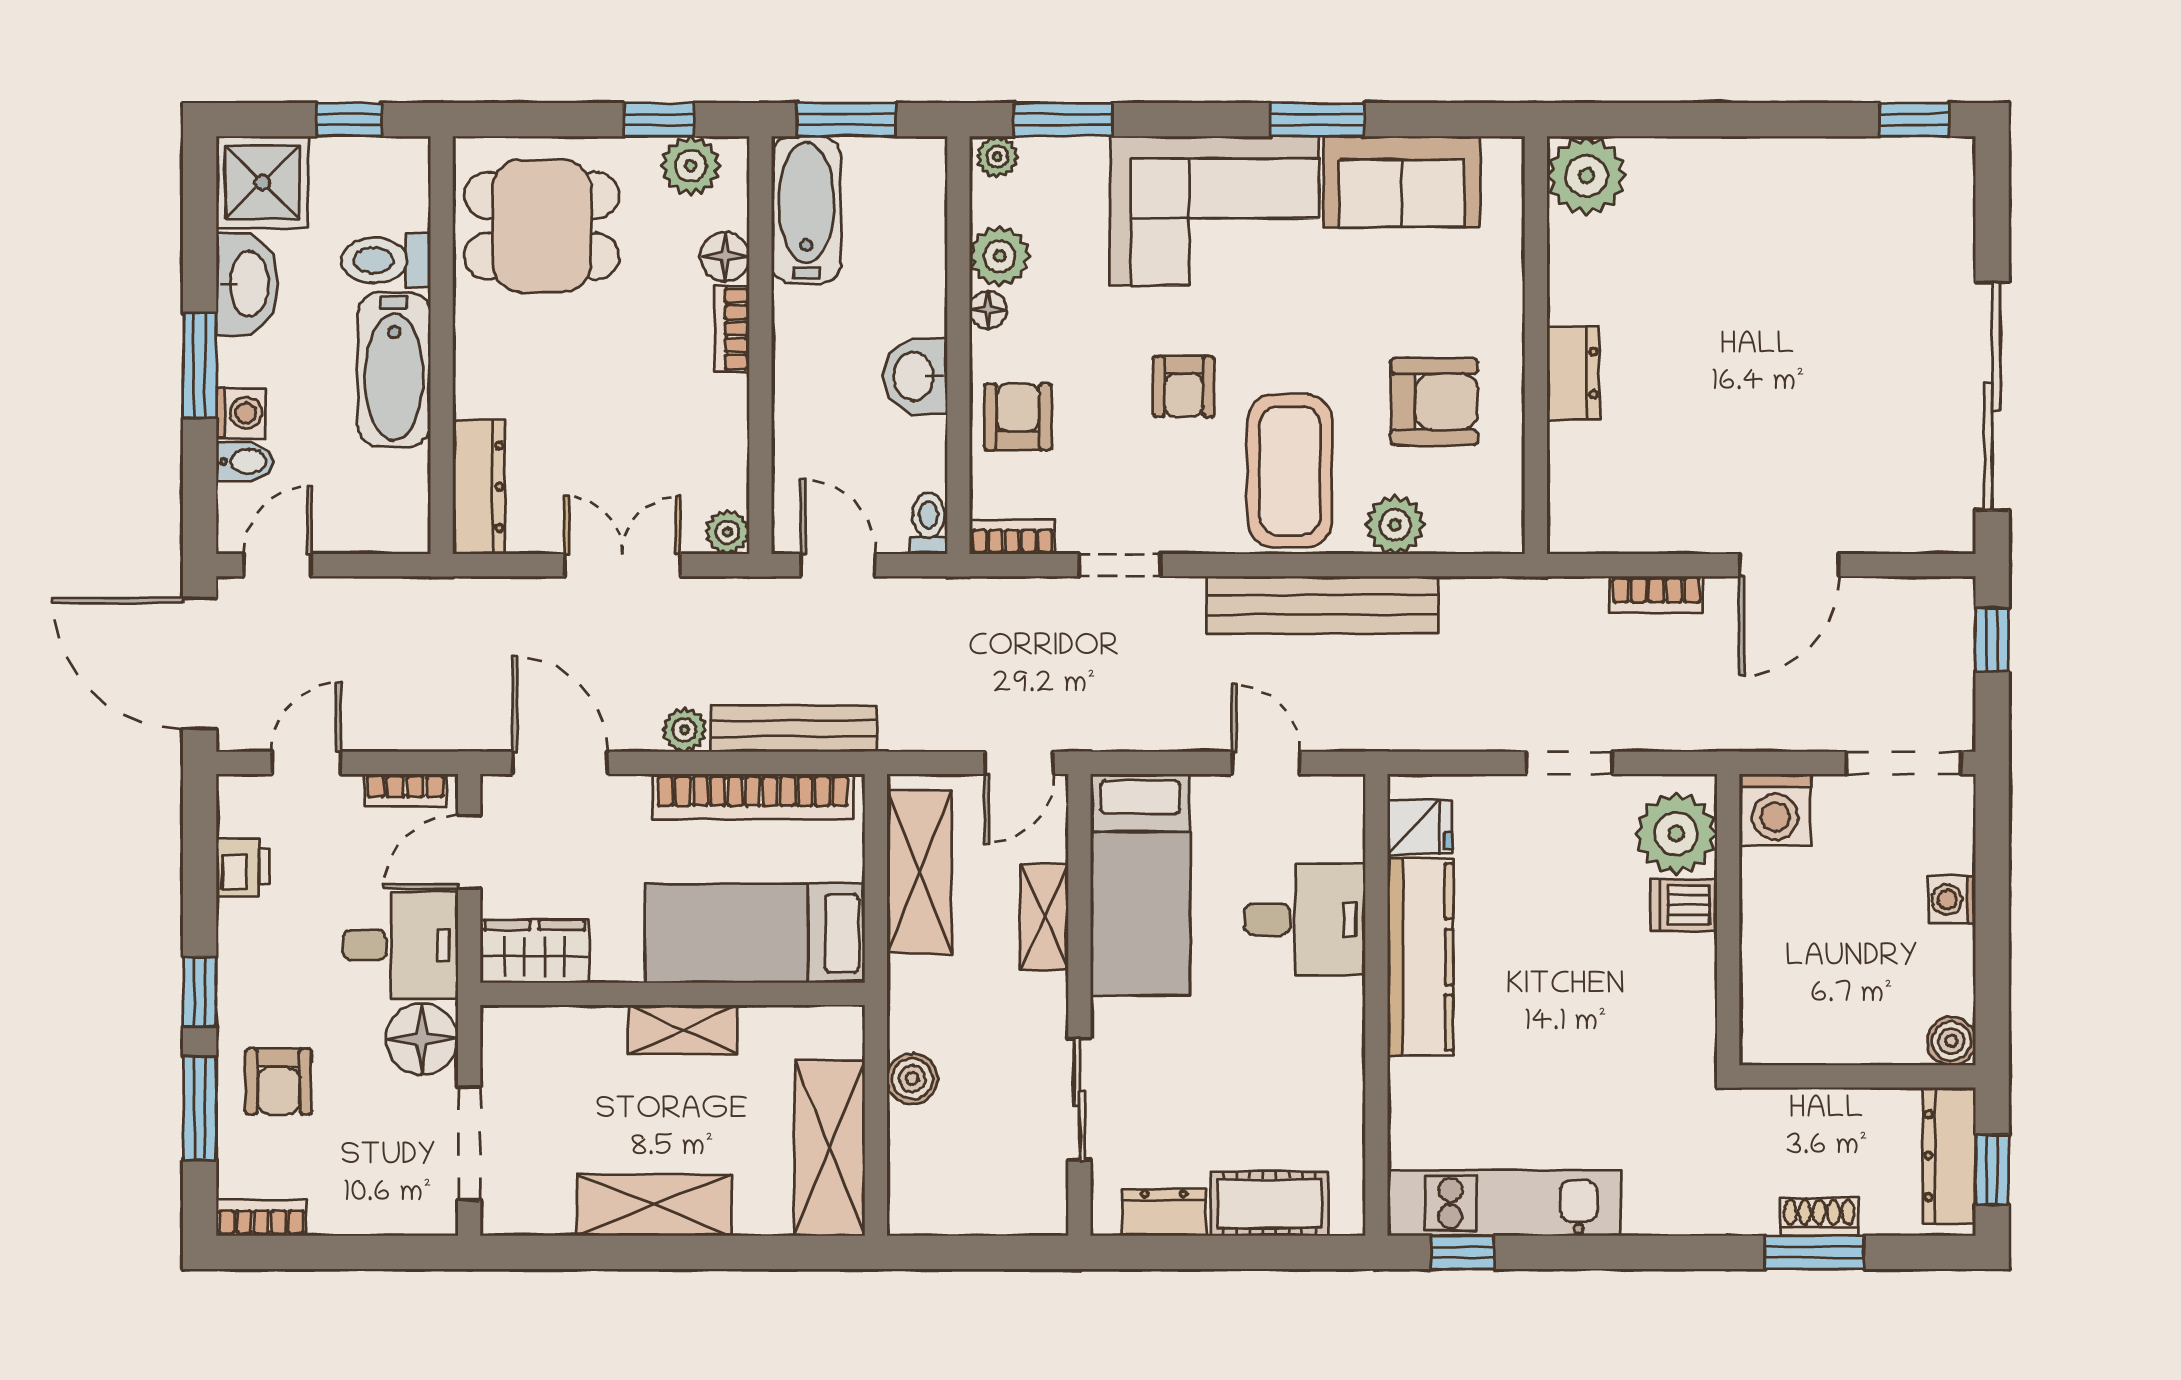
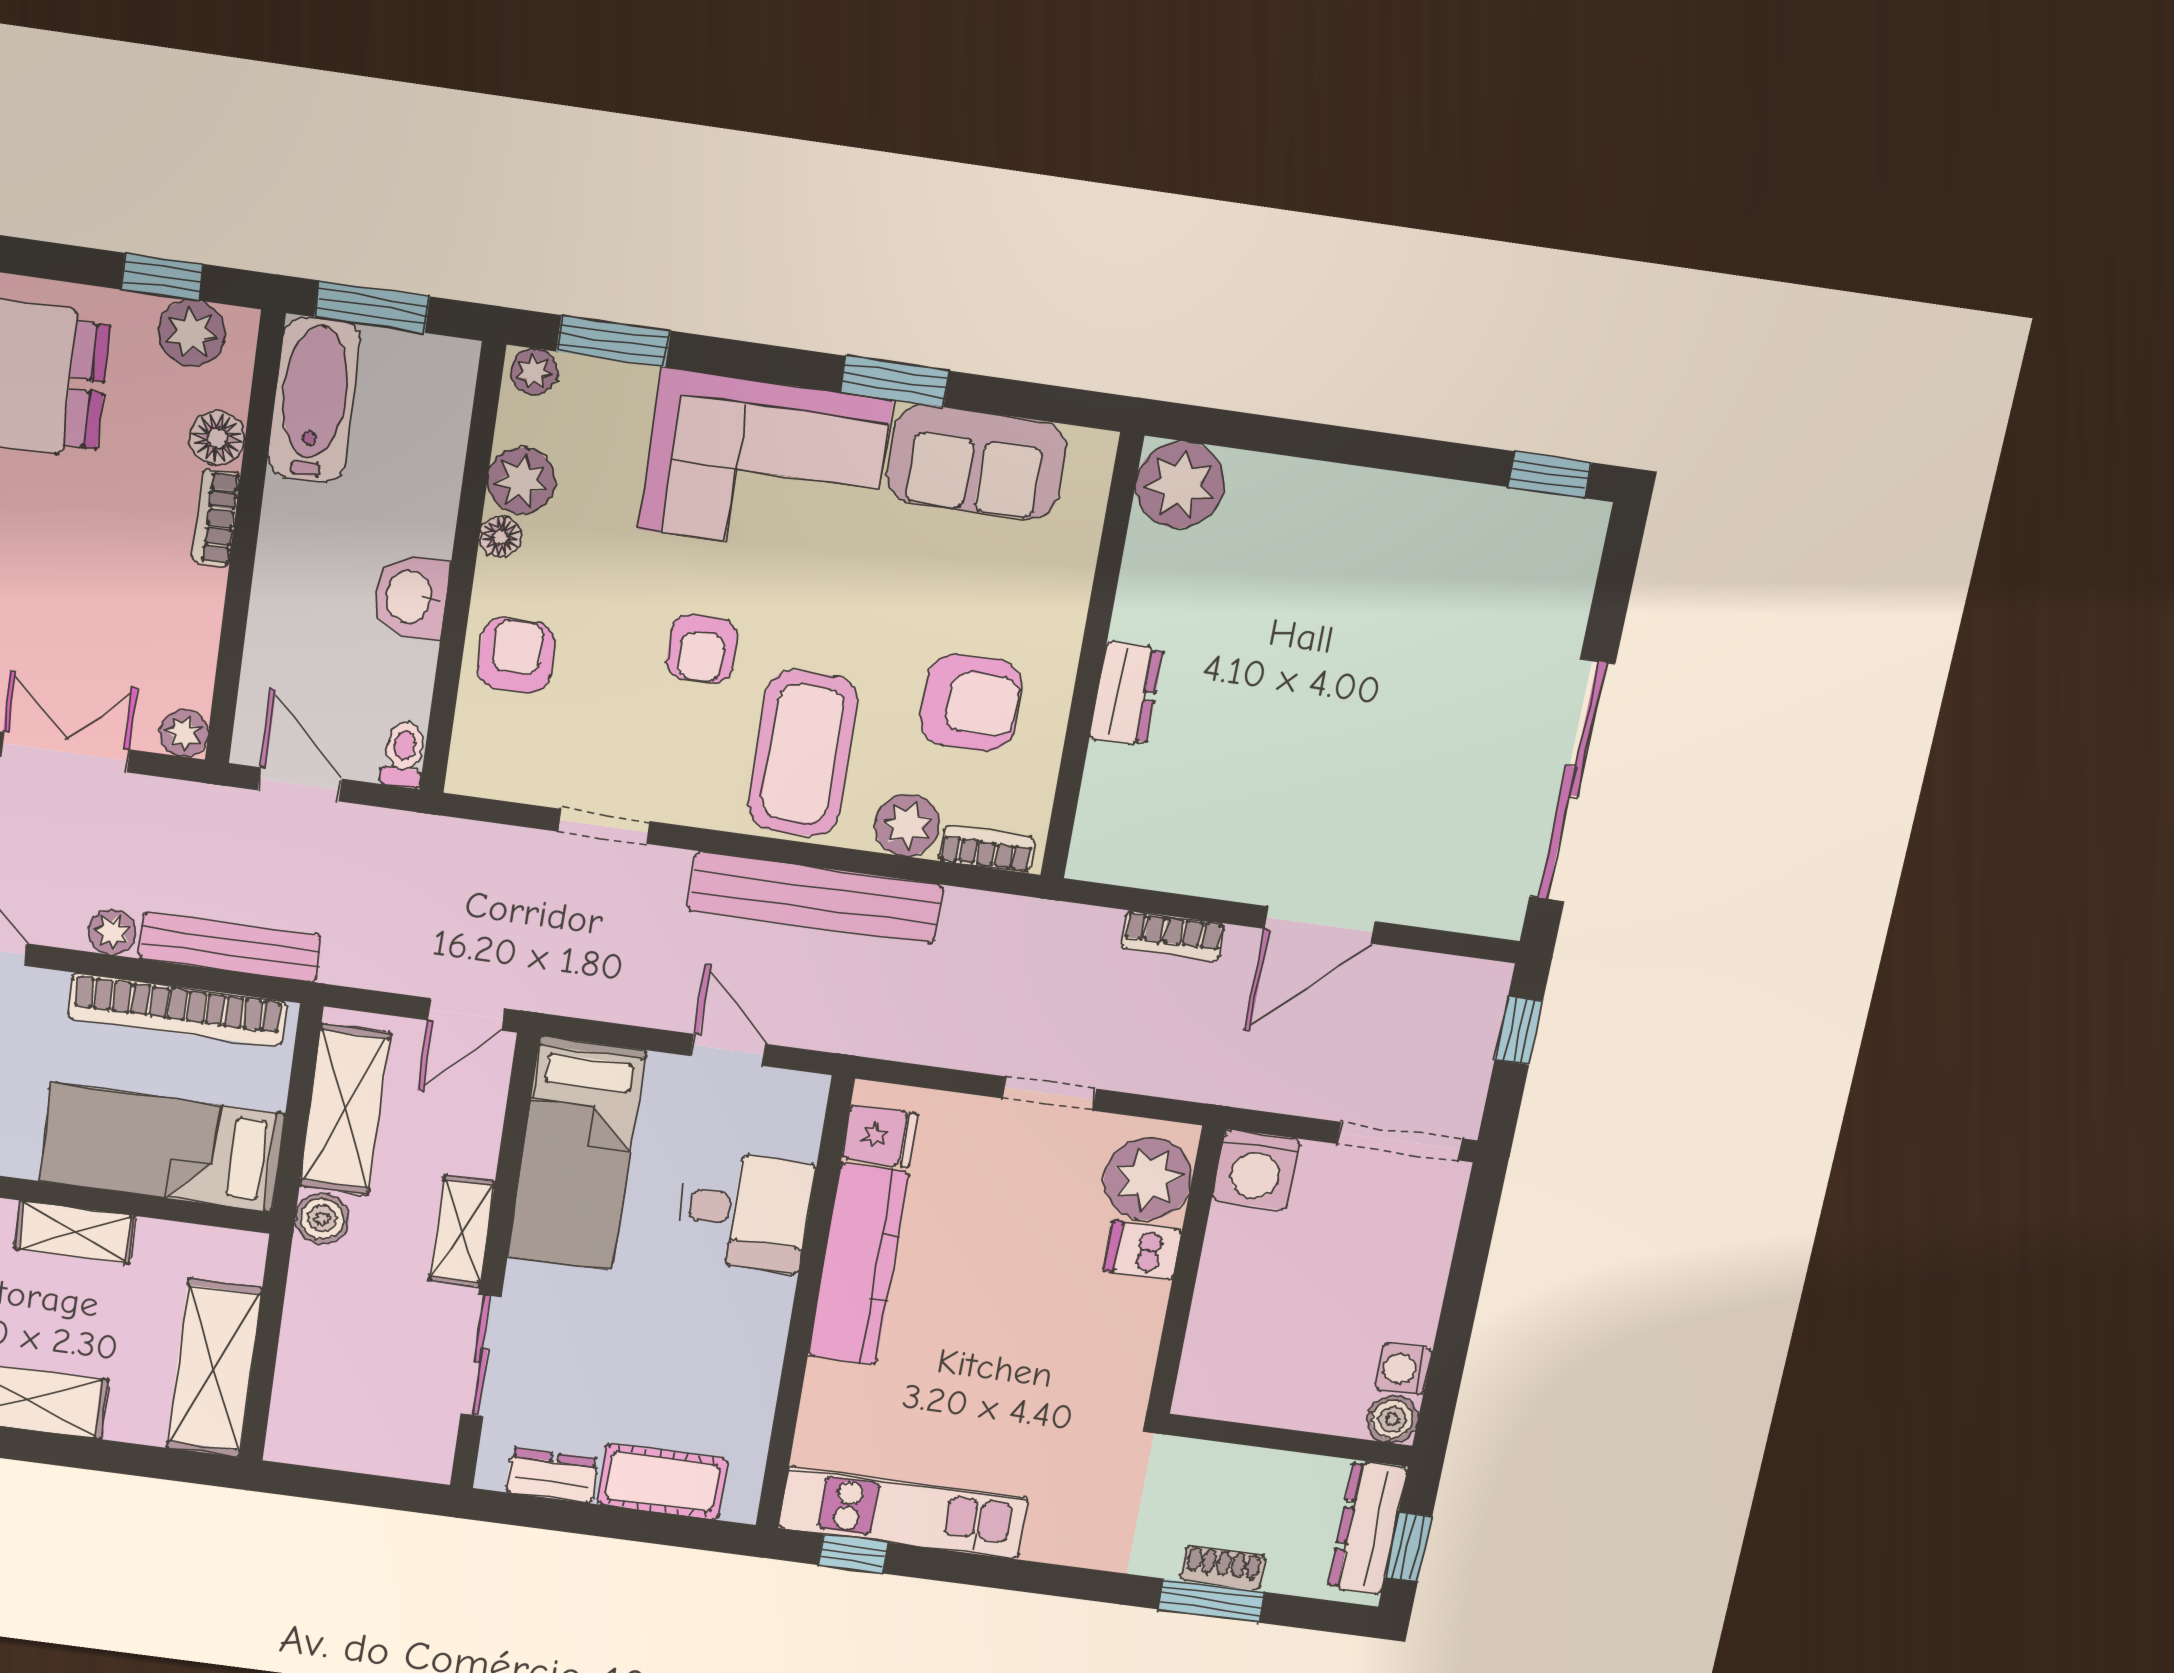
bookcase: (1012, 537) -> (987, 849), moved
washing machine: (1952, 900) -> (1404, 1369), moved
shelving: (1044, 917) -> (462, 1231), moved
boiler: (912, 1079) -> (322, 1219), moved

